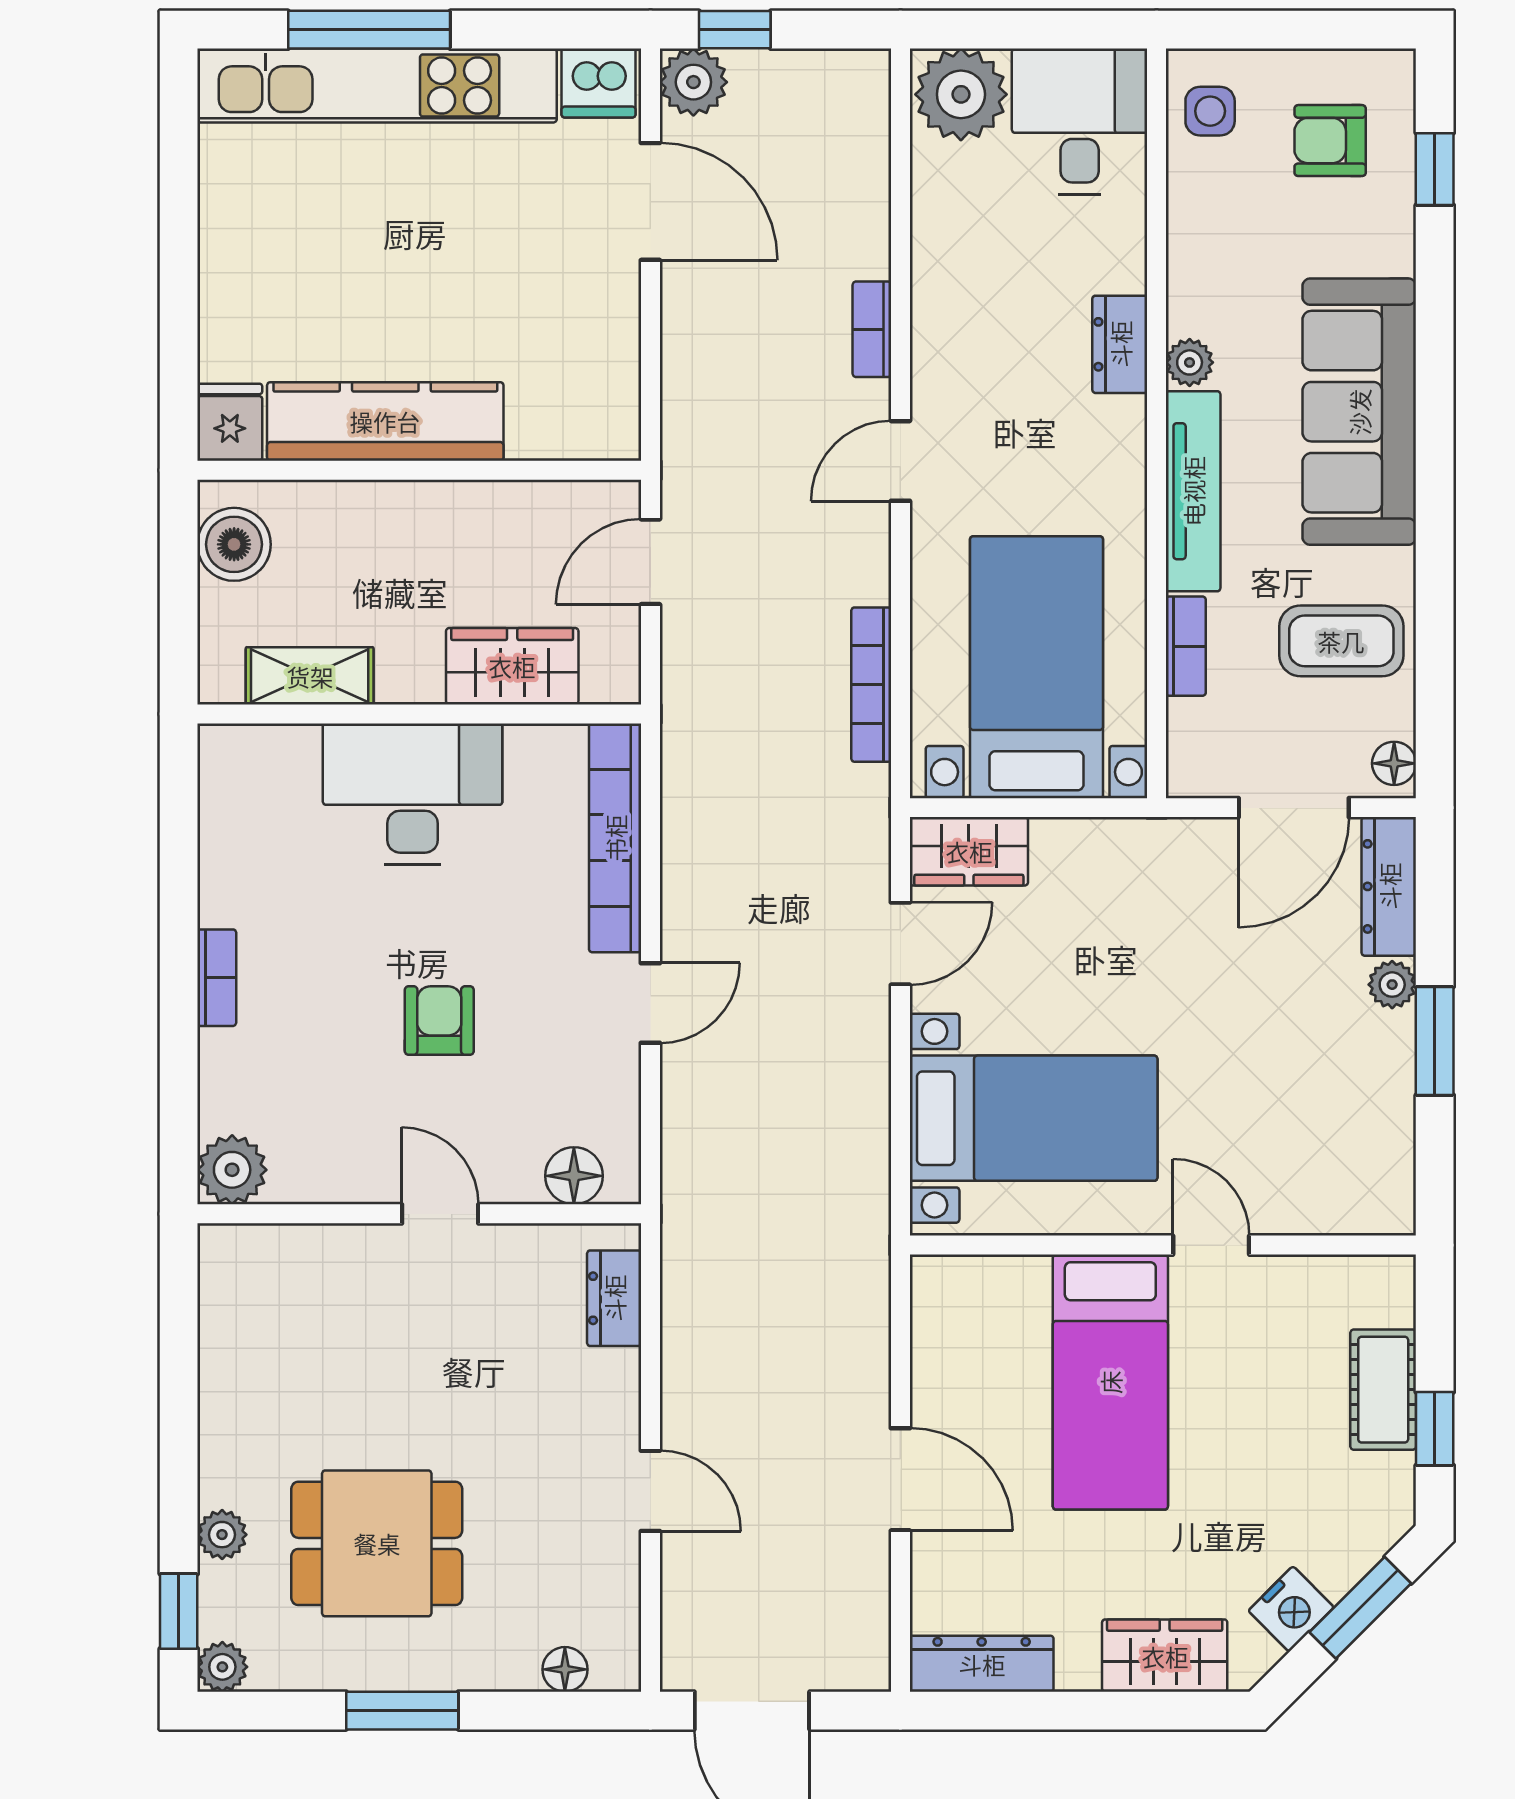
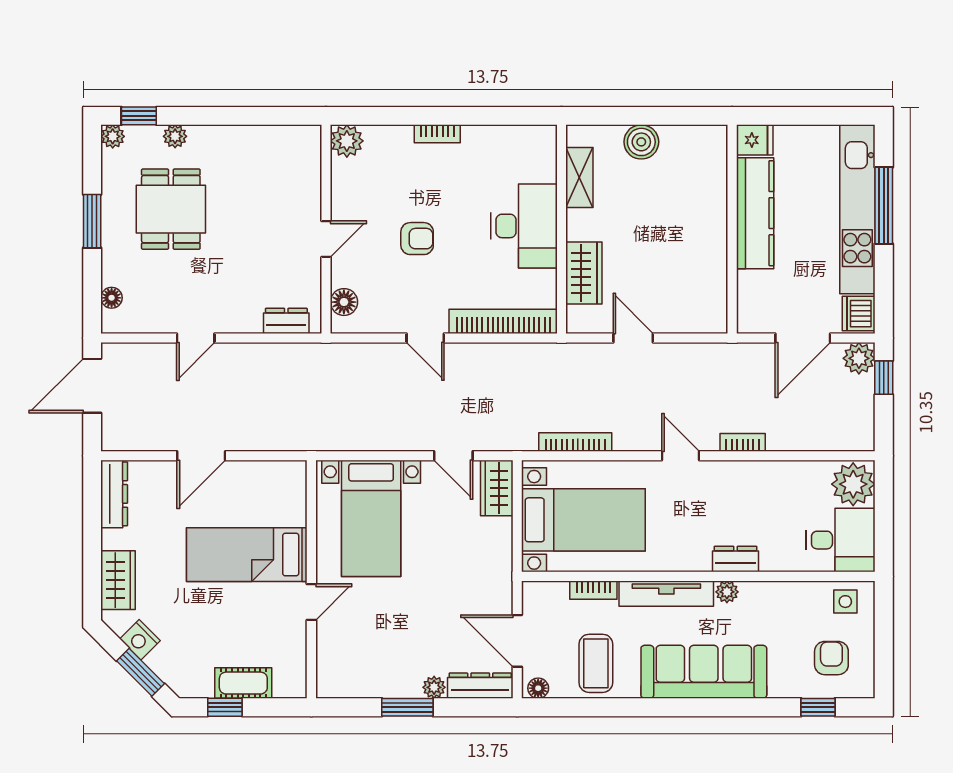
kitchen counter: (385, 421) -> (755, 213), moved
fridge: (230, 422) -> (755, 140), moved
wall: (419, 470) -> (732, 229), moved

